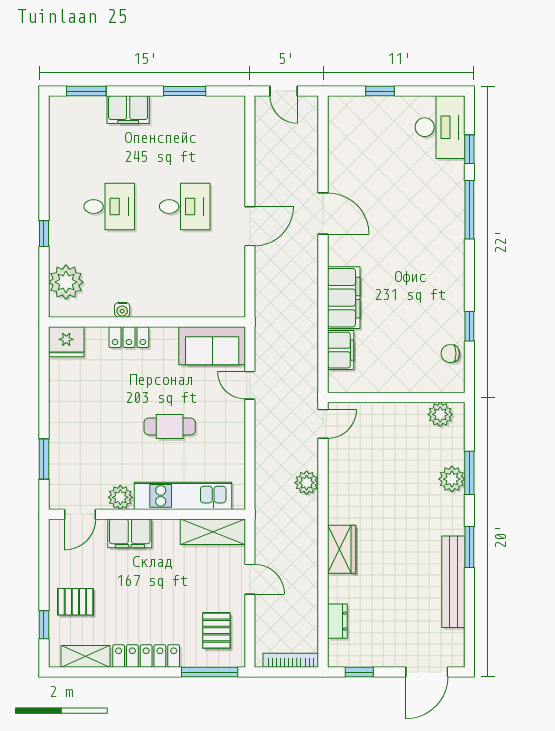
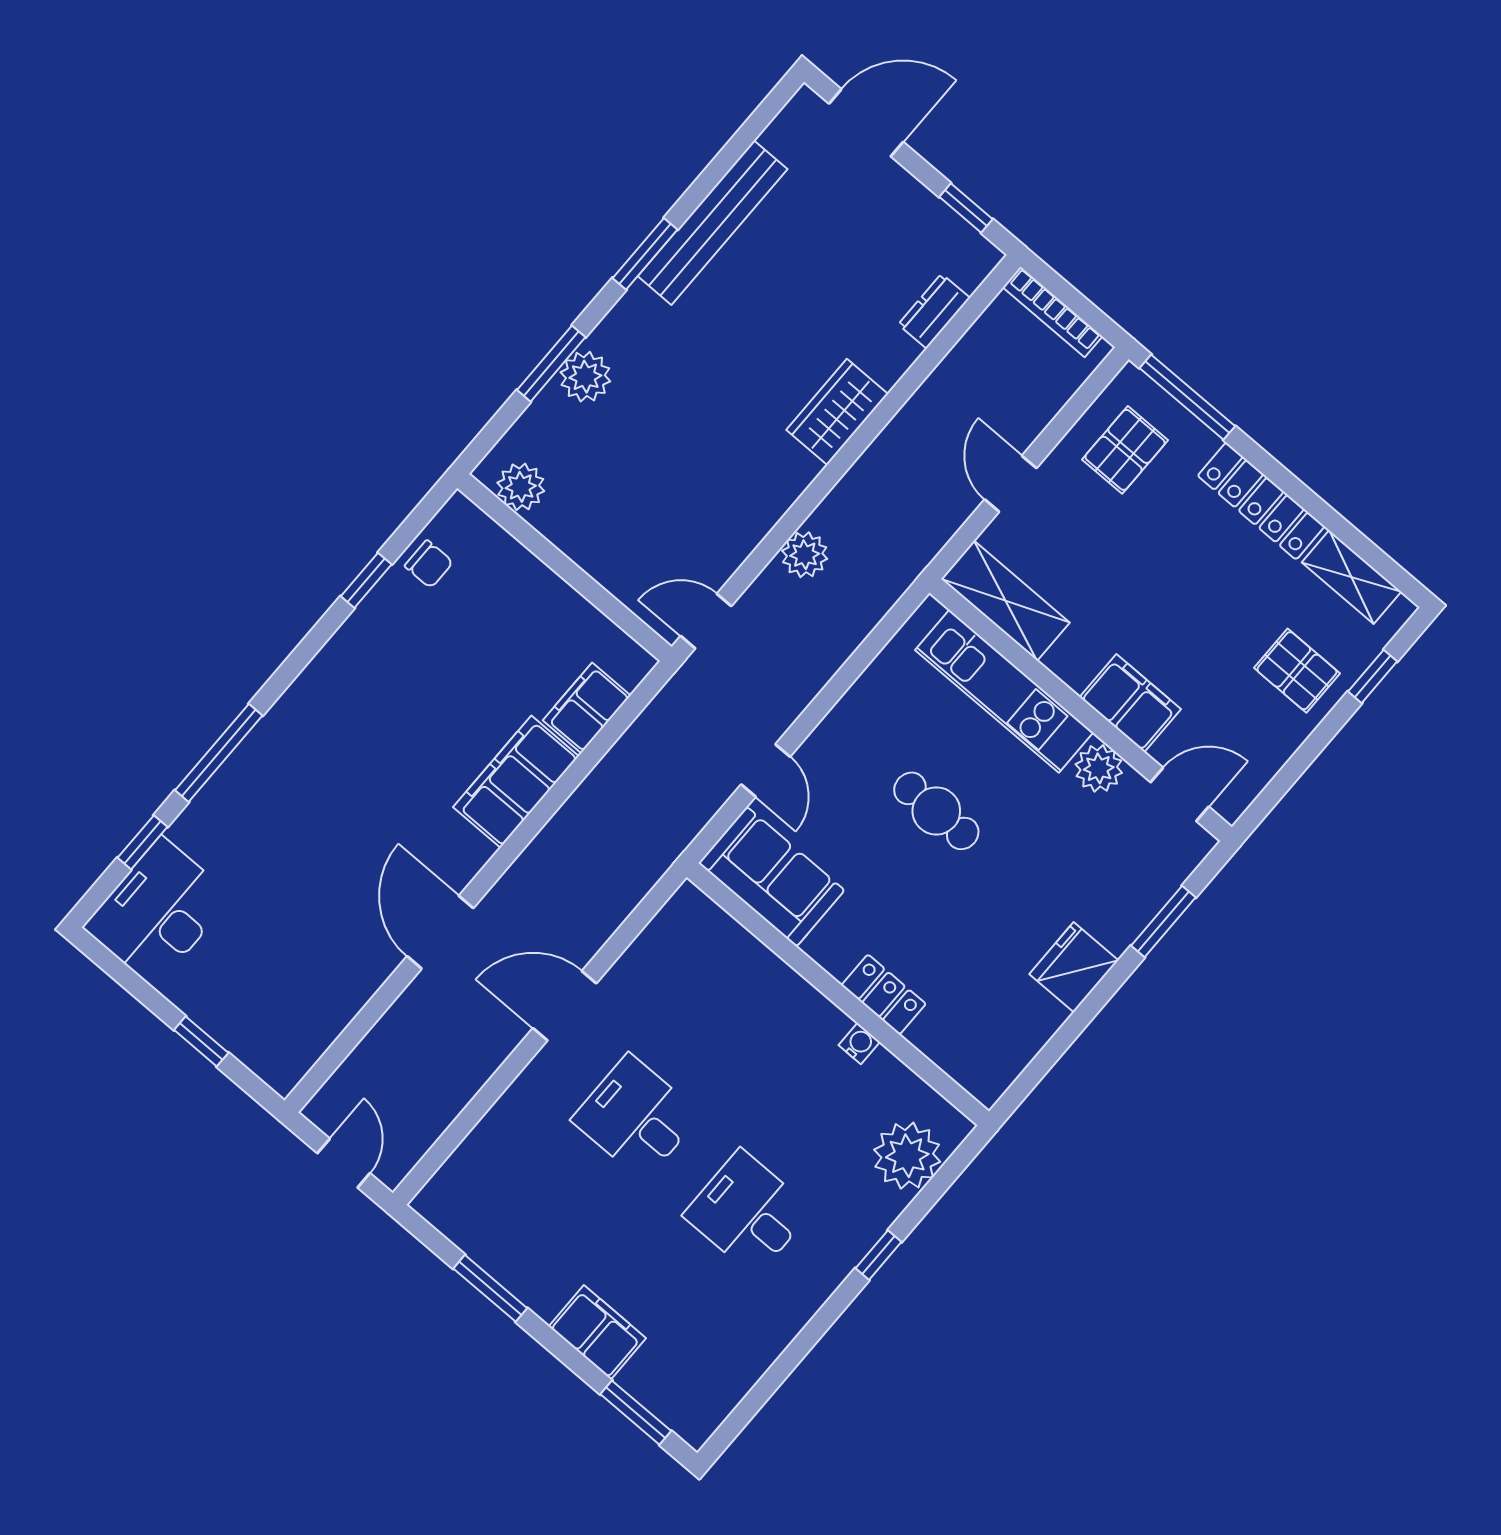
fridge: (66, 342) -> (1074, 967), moved, turned -90

